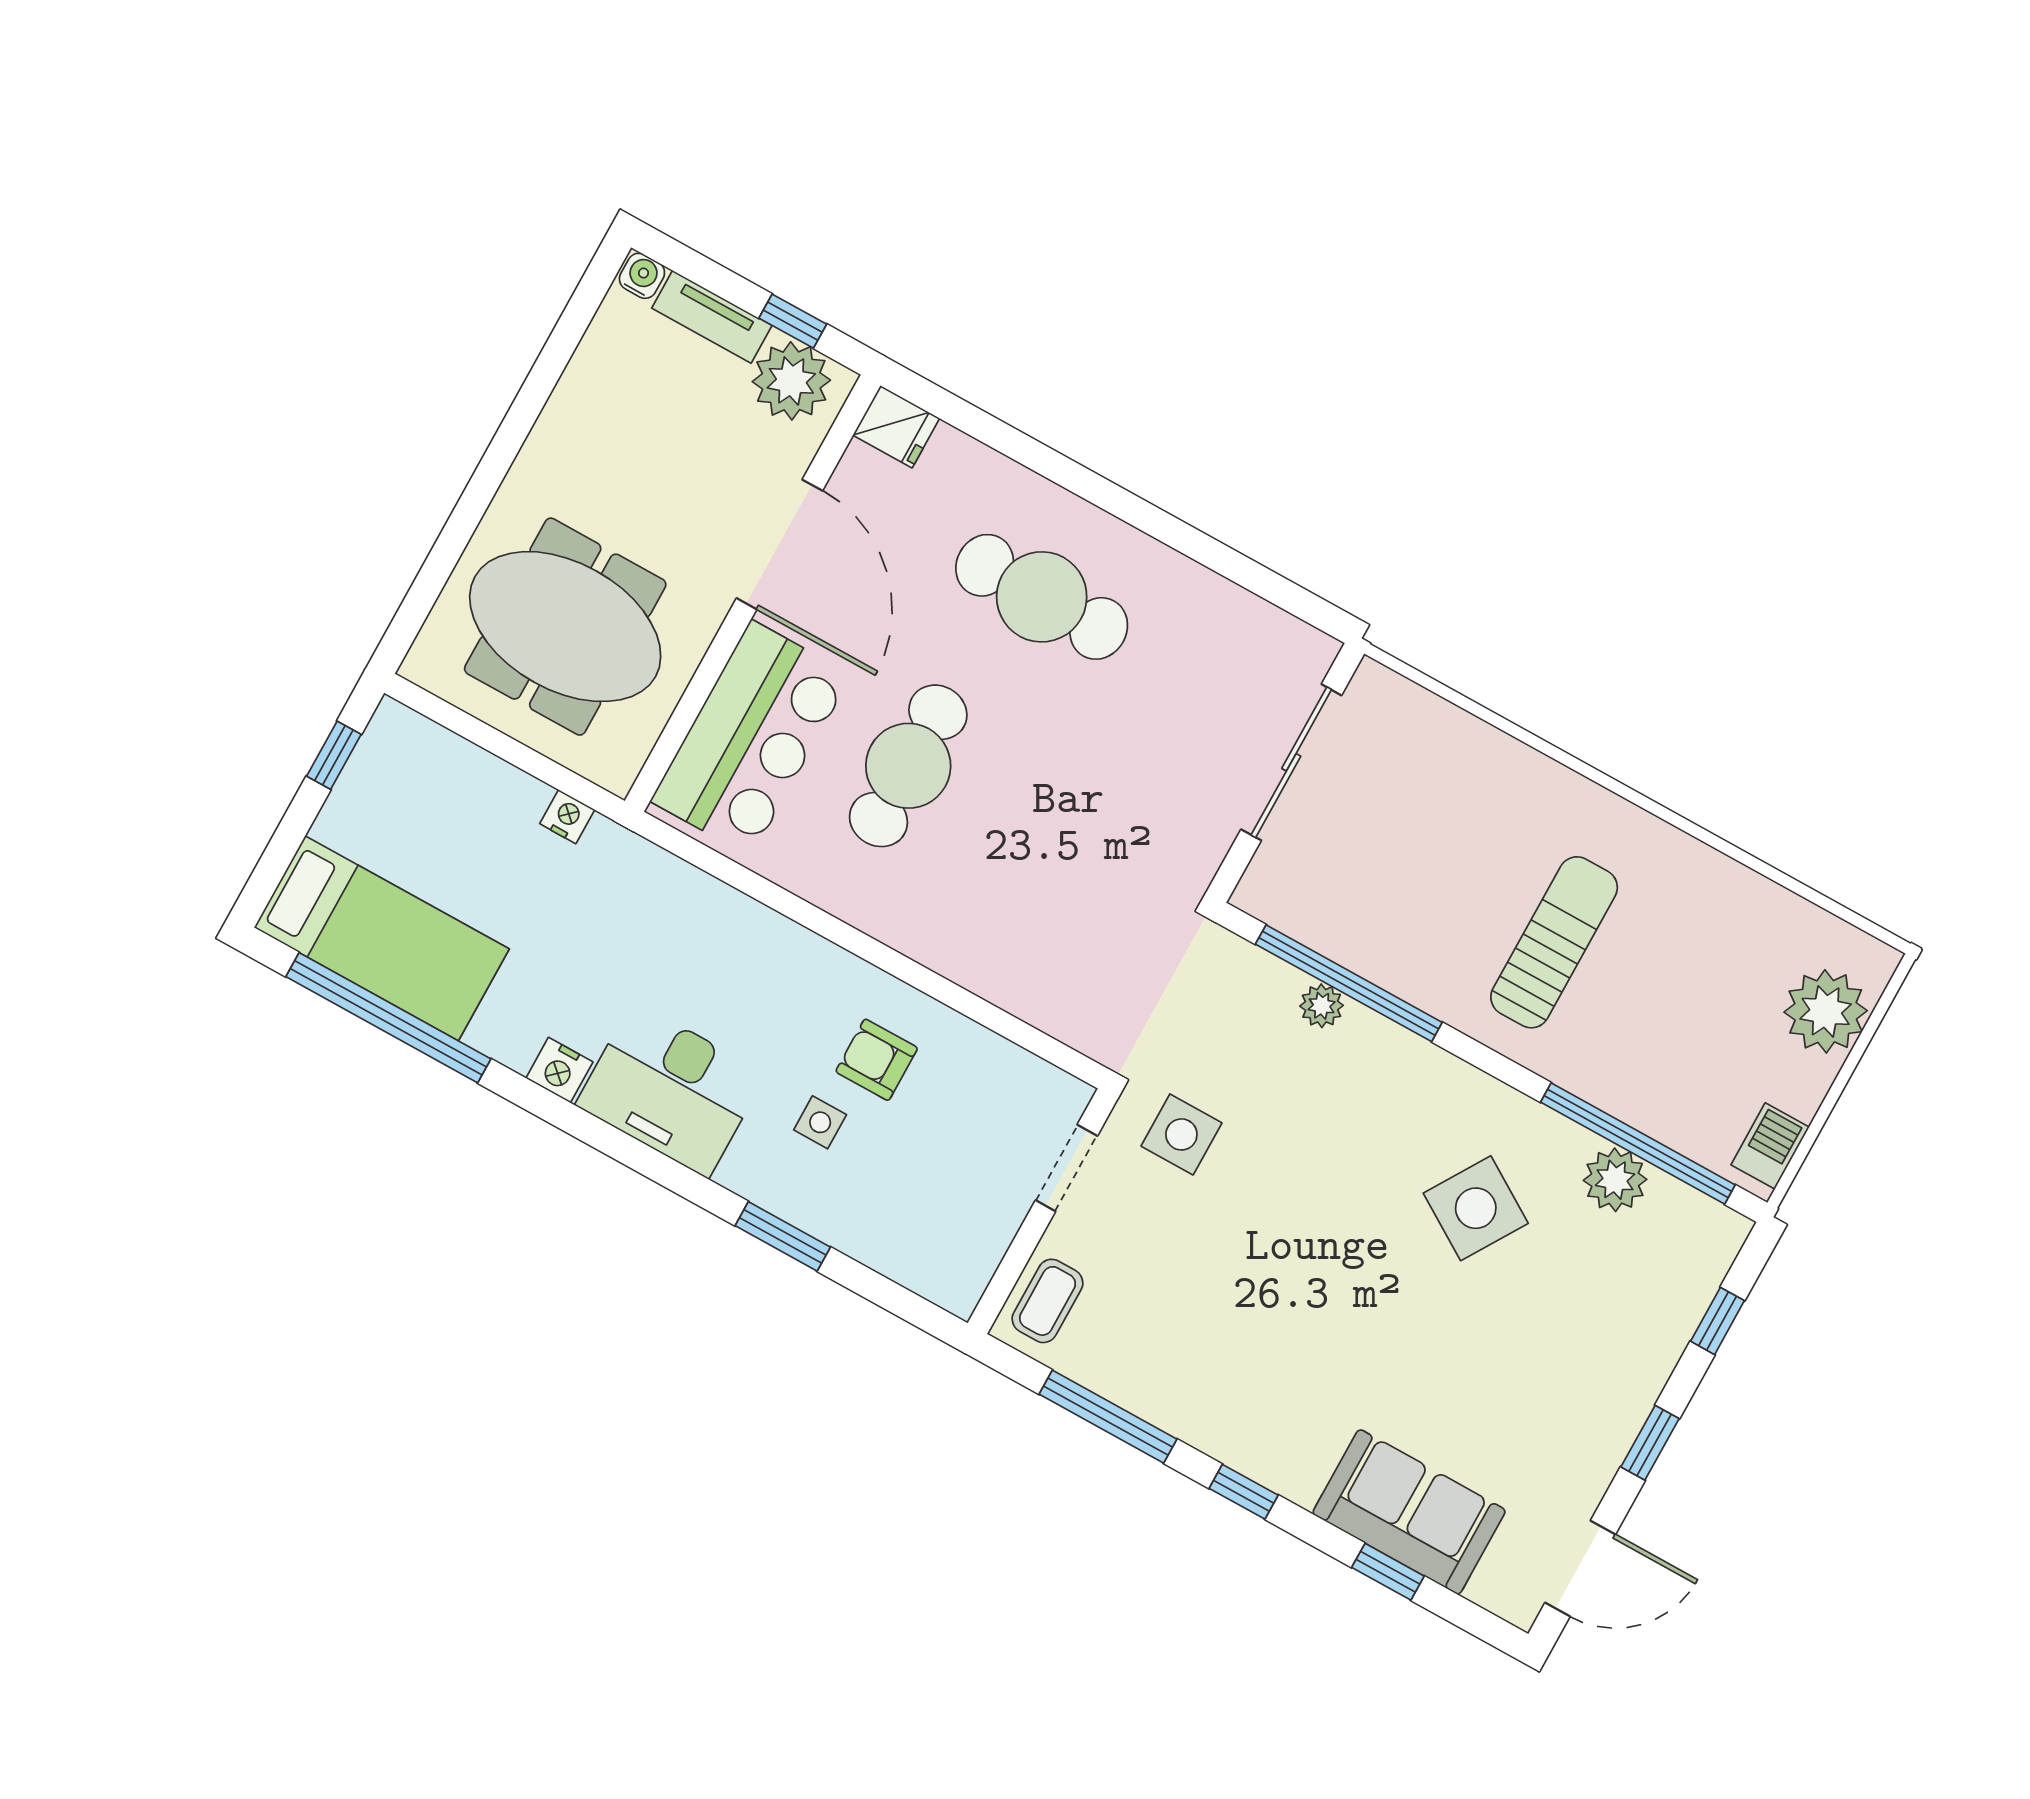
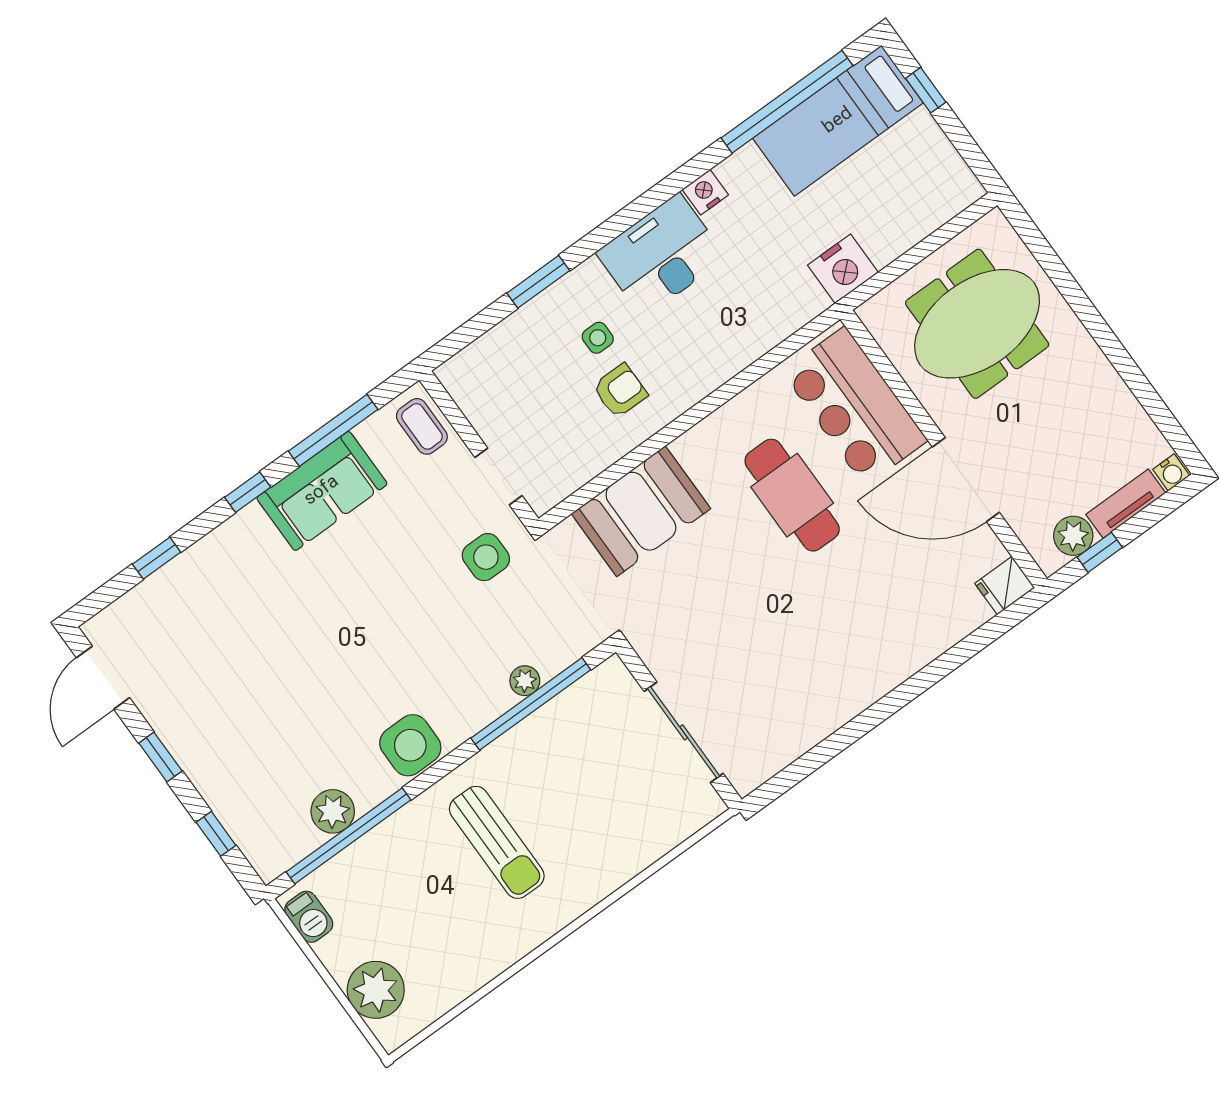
plant: (791, 381) -> (1073, 536), width x0.73, depth x0.73
cafe table: (1042, 597) -> (858, 626), removed
window: (334, 755) -> (926, 90), moved
nightstand: (567, 817) -> (843, 269), width x1.89, depth x1.79
booth: (1024, 957) -> (641, 511), added
side table: (1476, 1208) -> (410, 745), moved, turned -32
sofa: (1409, 1512) -> (322, 491), moved

